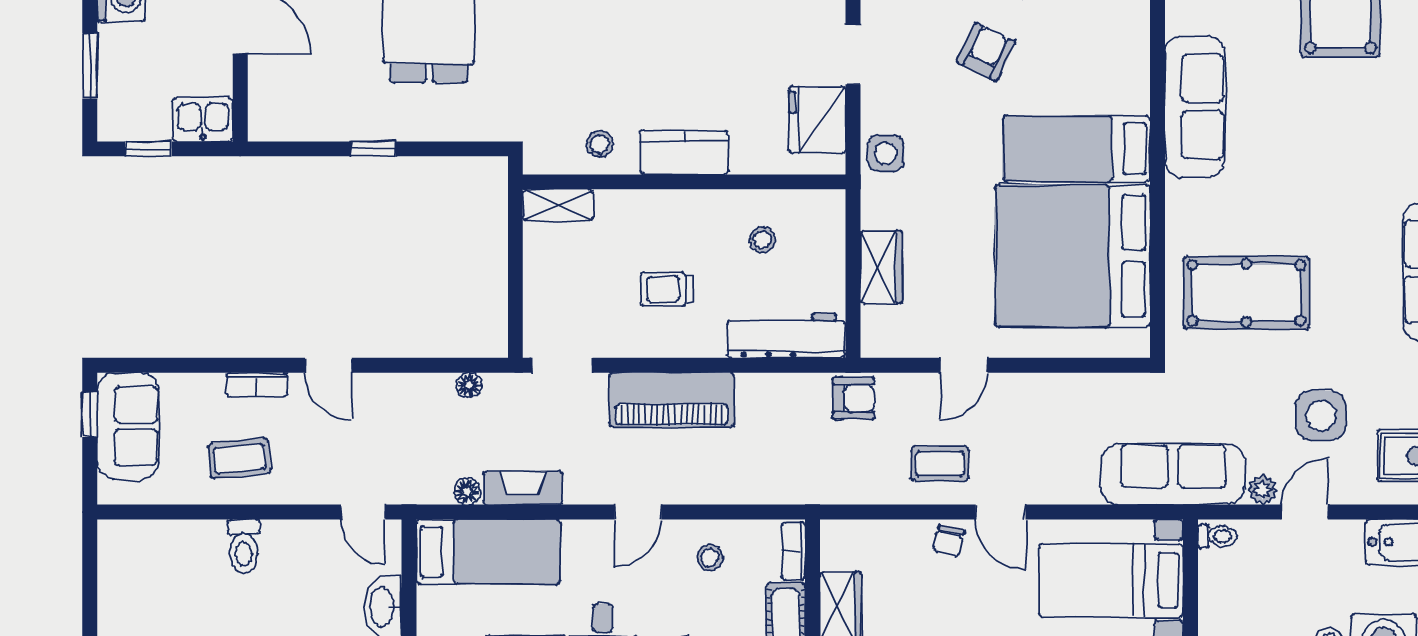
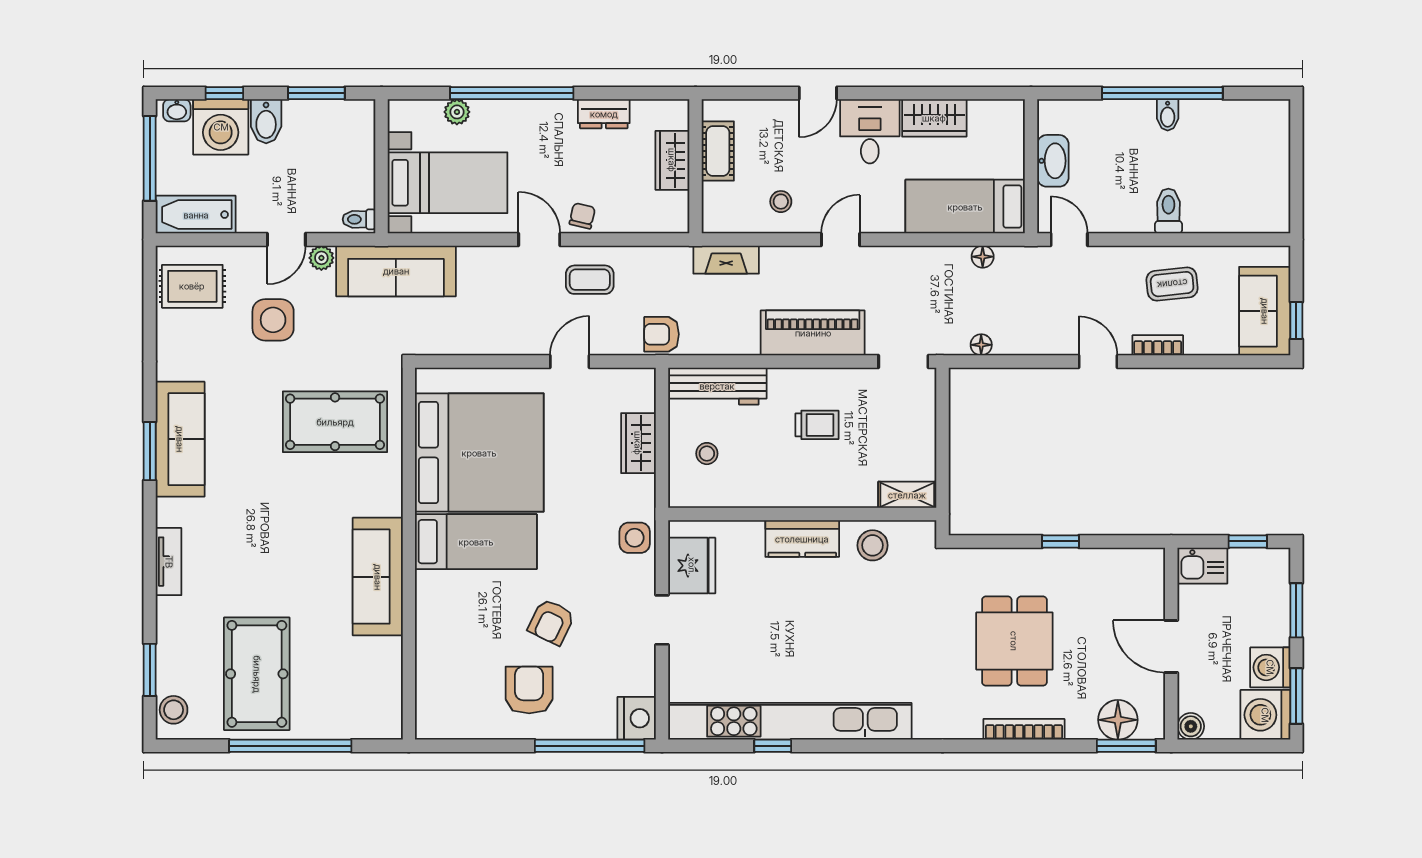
stool: (600, 144) -> (873, 545), width x1.37, depth x1.37
stool: (762, 240) -> (707, 454), moved
fireplace: (523, 488) -> (726, 260), moved
bookcase: (794, 551) -> (711, 207), removed

